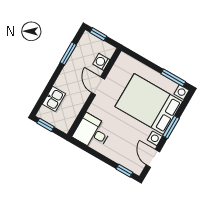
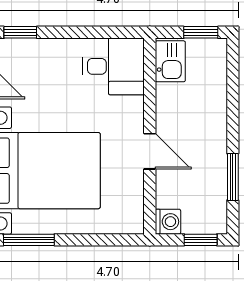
washing machine: (101, 62) -> (168, 222), moved
kitchen sink: (54, 99) -> (170, 61), moved, turned 180

